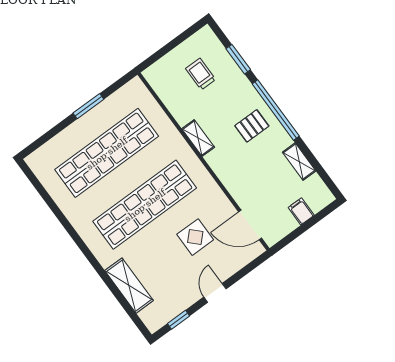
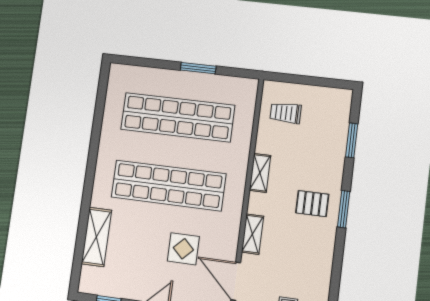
trolley: (201, 74) -> (286, 113), moved, turned -90
window: (276, 110) -> (344, 209), width x0.47
shelving: (299, 162) -> (252, 234), moved

